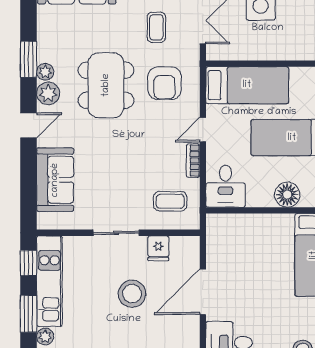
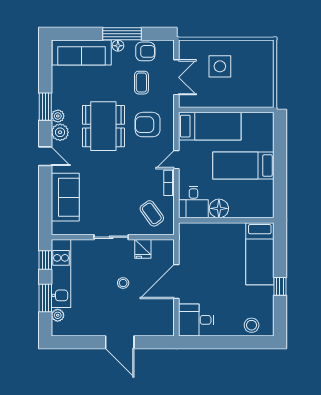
armchair: (165, 83) -> (148, 125), turned 90
door: (29, 125) -> (45, 156), hinge flipped
floor lamp: (287, 195) -> (219, 208), moved
coffee table: (170, 201) -> (152, 213), turned 54
stool: (132, 294) -> (123, 283), width x0.53, depth x0.53

